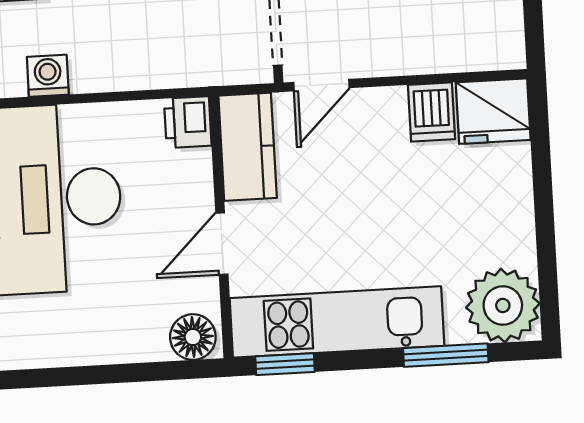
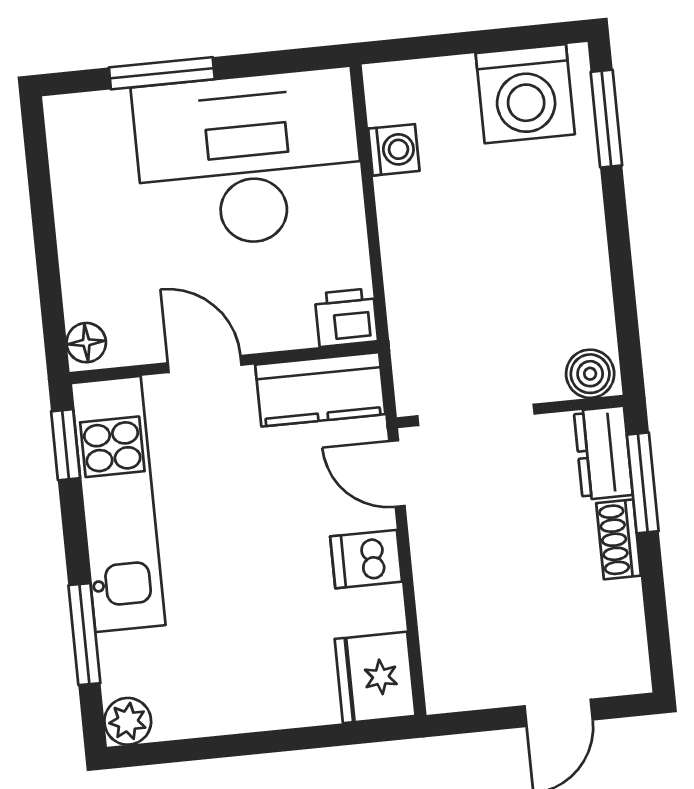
dishwasher: (432, 112) -> (366, 559), moved
plant: (503, 305) -> (128, 721), width x0.53, depth x0.53
floor lamp: (193, 337) -> (86, 343), width x0.73, depth x0.73

